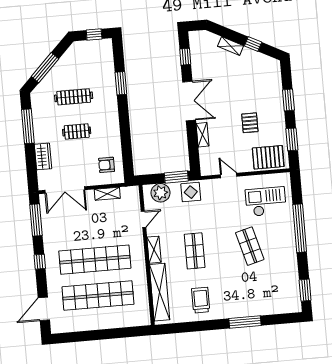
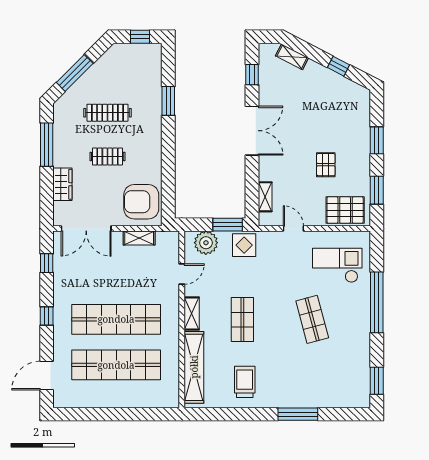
shelving: (231, 46) -> (292, 57), moved
shelving: (203, 135) -> (265, 197), moved
armchair: (107, 165) -> (141, 202), width x1.88, depth x1.88
window: (36, 220) -> (47, 263), width x0.46

